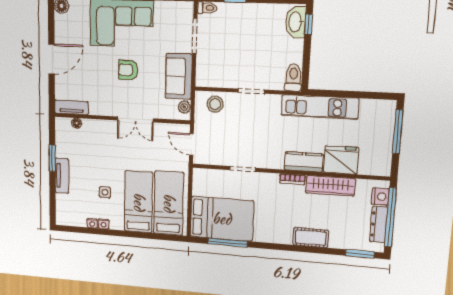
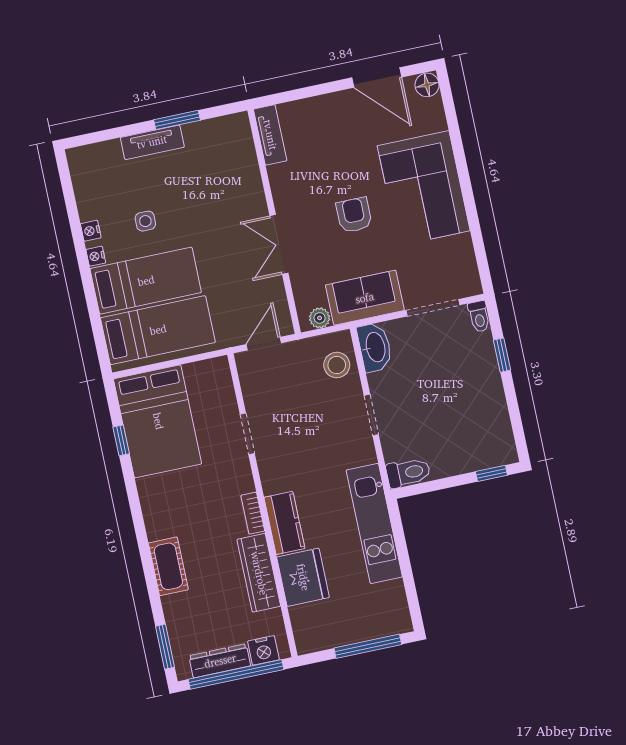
washbasin: (296, 22) -> (375, 347), moved, turned 90
door: (51, 59) -> (377, 77), moved
floor lamp: (76, 123) -> (247, 149), removed
nightstand: (92, 223) -> (96, 256), moved
window: (228, 243) -> (121, 440), width x0.46

